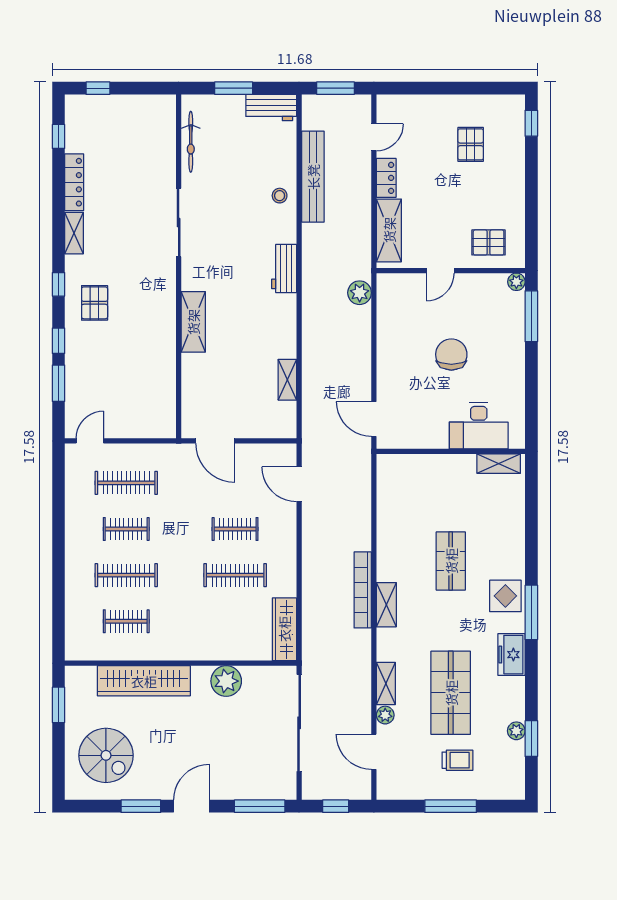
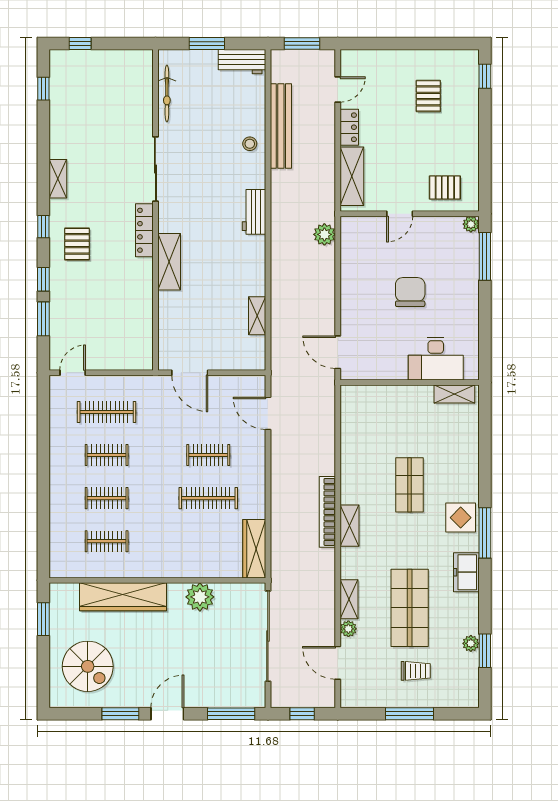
locker: (74, 182) -> (144, 230), moved, turned 180
clothes rail: (126, 575) -> (107, 498), width x0.73

